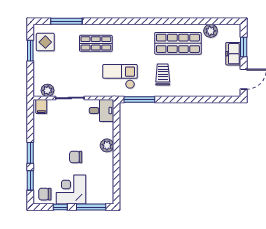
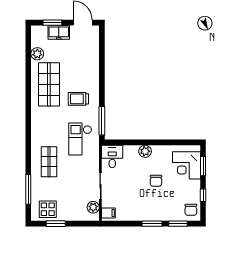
corner desk: (71, 189) -> (187, 165), moved
window: (91, 207) -> (203, 166), width x0.69

